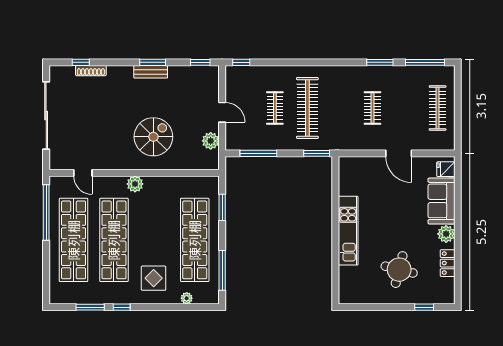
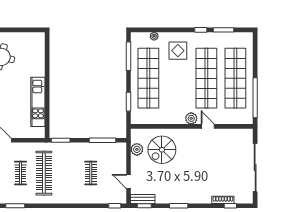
bench: (151, 72) -> (143, 199), moved
clothes rail: (307, 108) -> (44, 173), moved
door: (222, 112) -> (129, 181), moved
spiral stairs: (153, 137) -> (162, 150), moved
door: (83, 173) -> (208, 126), moved
kitchen unit: (348, 231) -> (38, 102), moved

